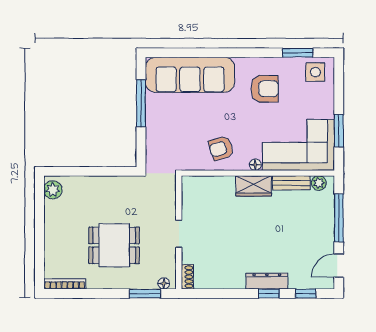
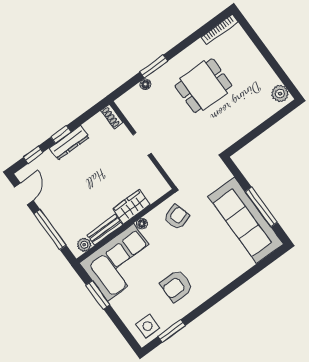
sofa: (190, 75) -> (246, 220), moved, turned -90
wall: (179, 232) -> (143, 145), moved
doorway: (179, 234) -> (142, 144), moved
shoe rack: (187, 277) -> (112, 116), moved

